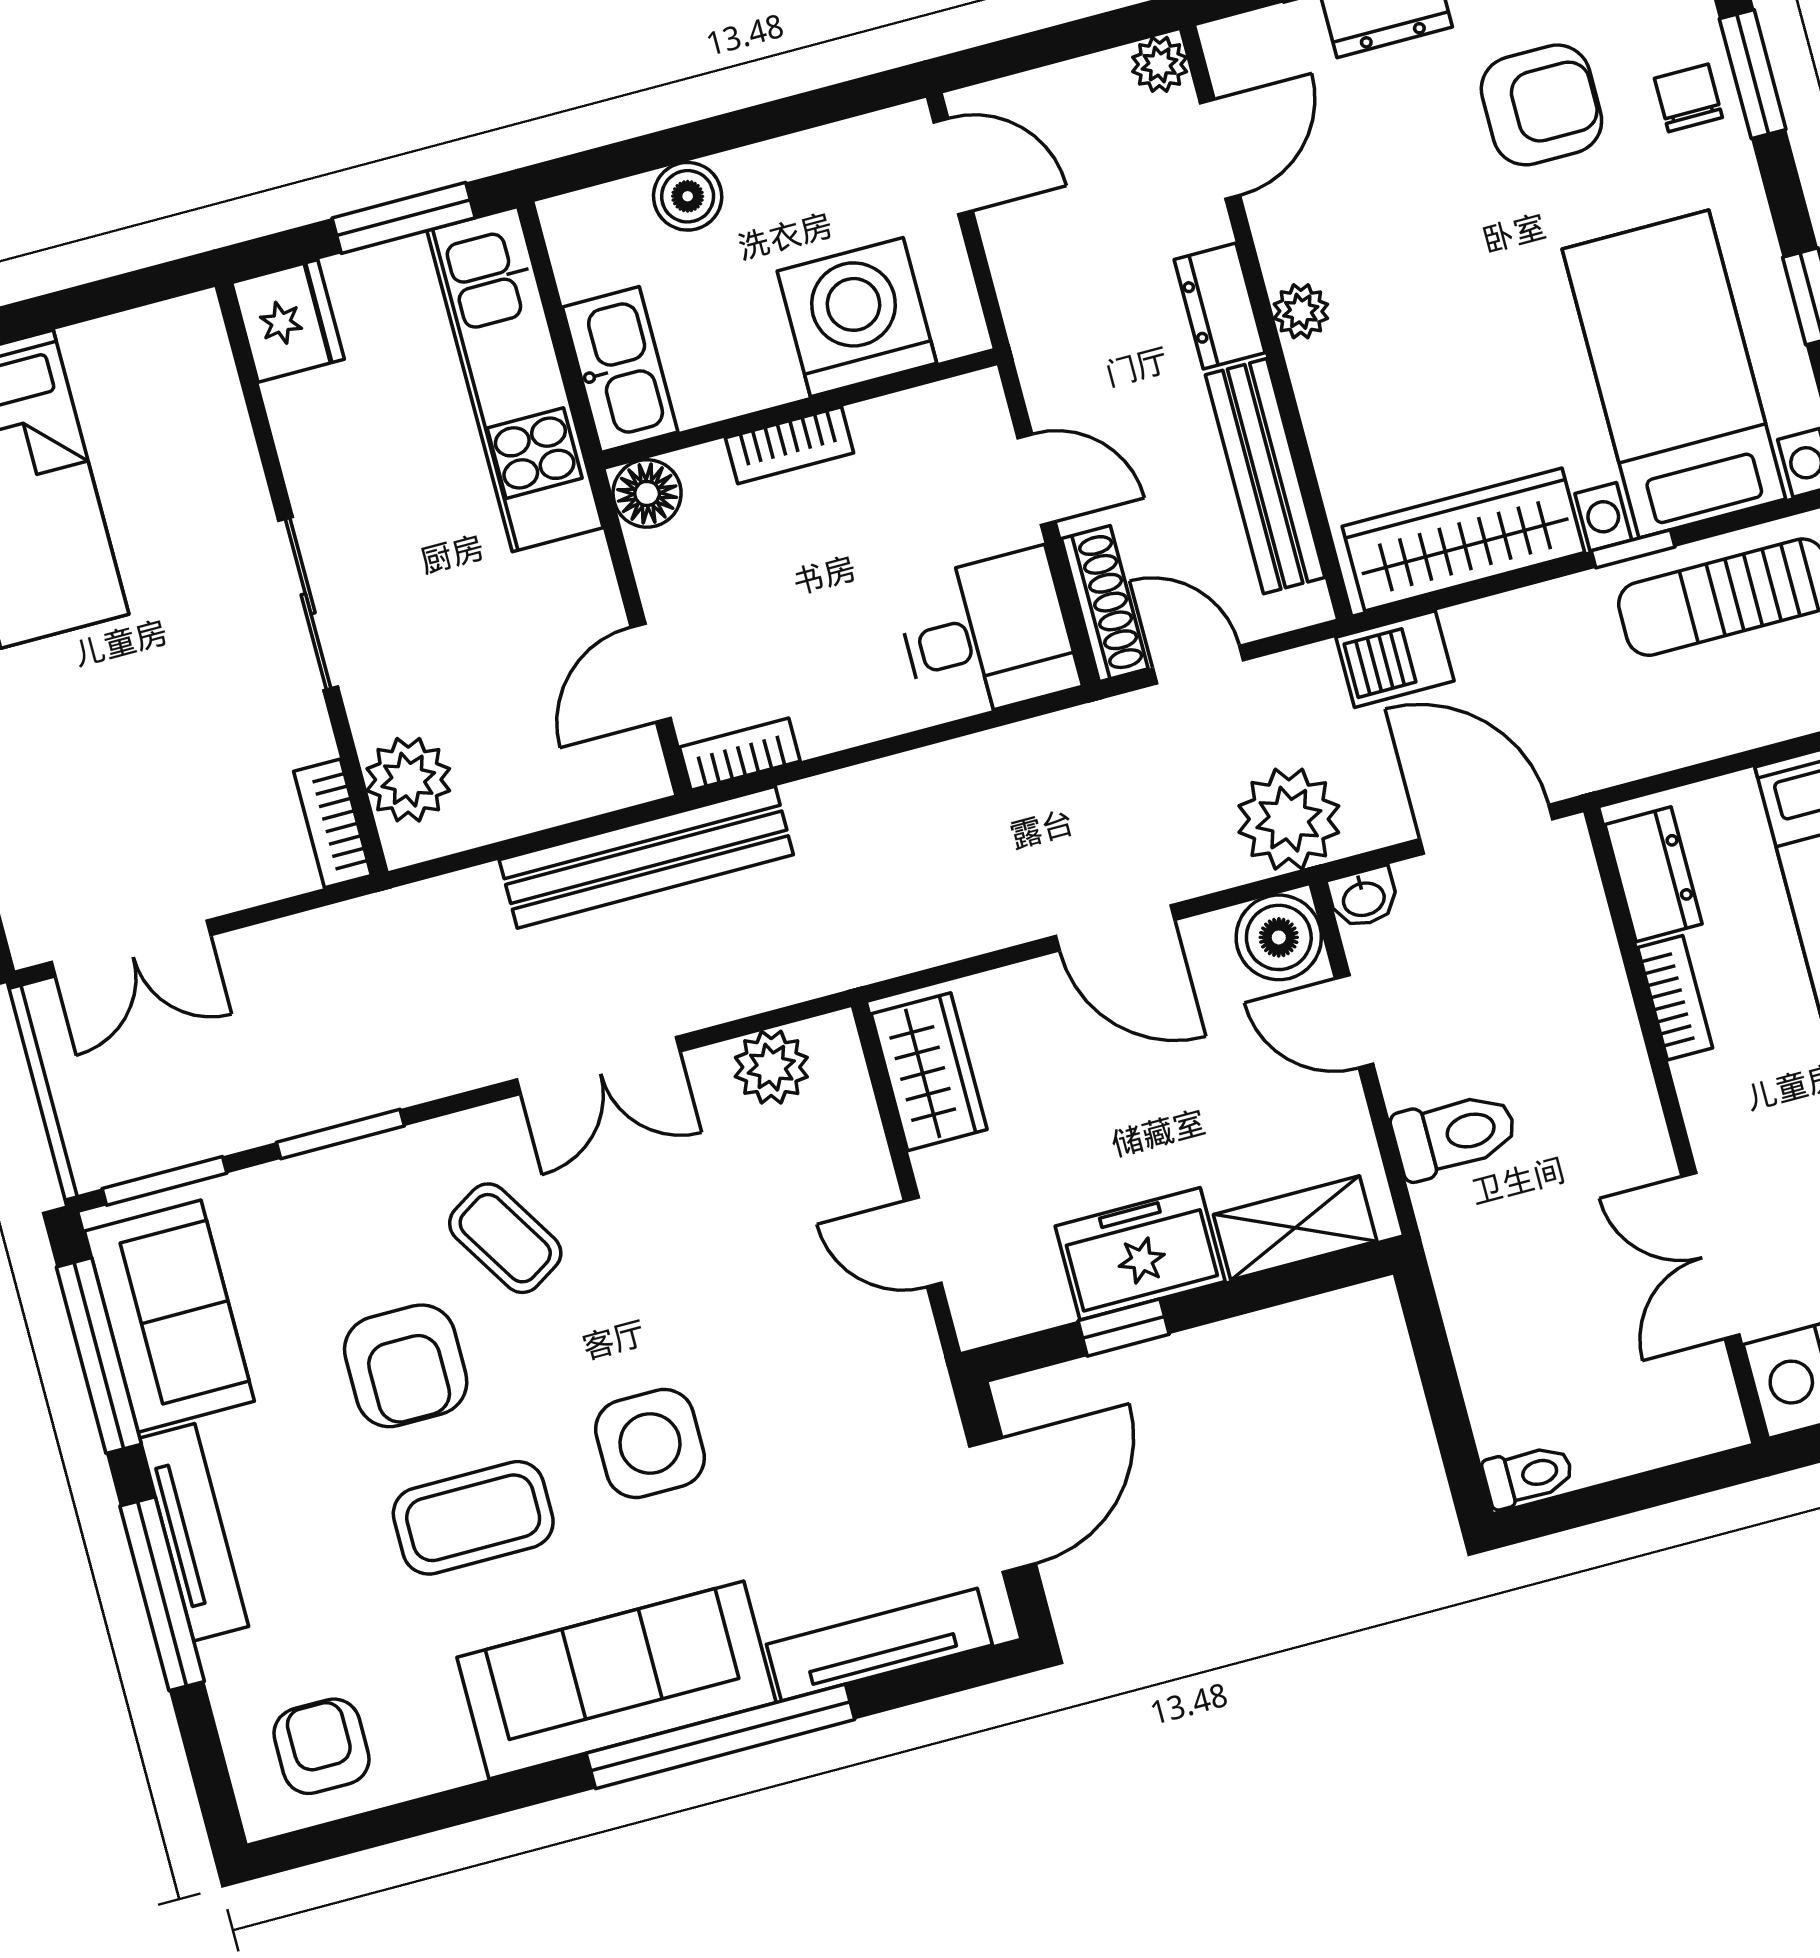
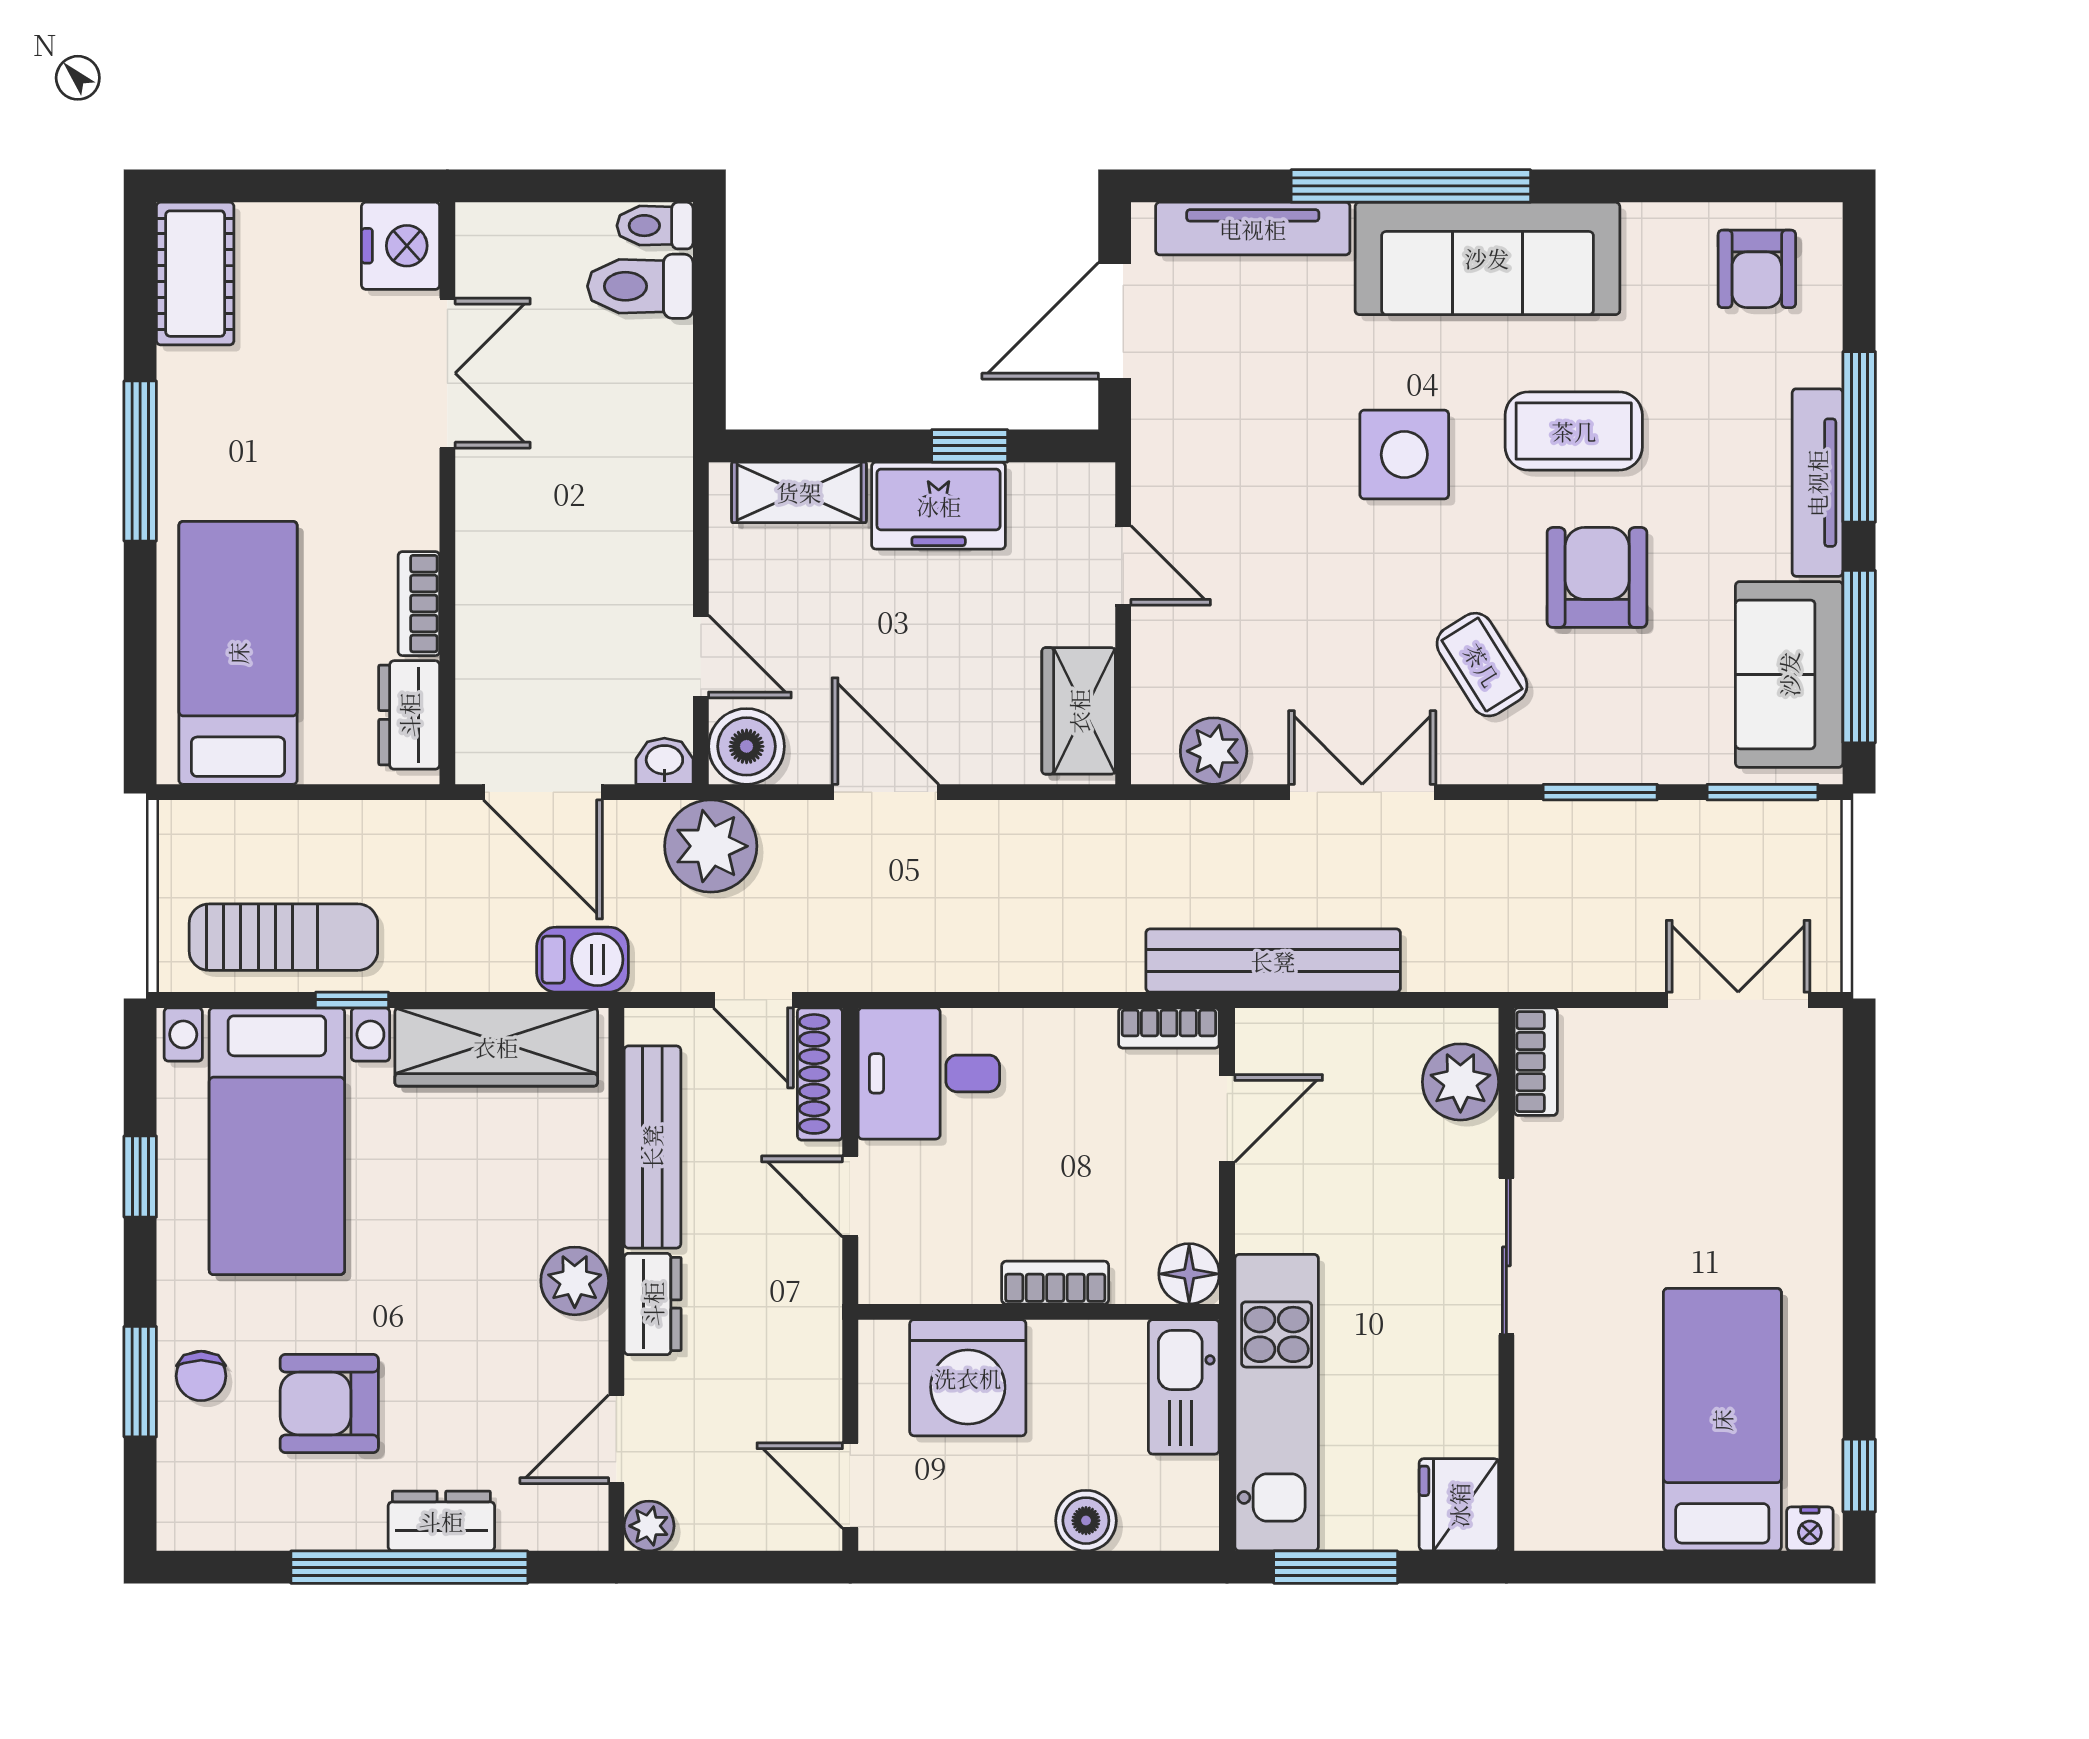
plant: (1301, 311) -> (575, 1281), width x1.38, depth x1.38
toilet: (1455, 1135) -> (640, 286), moved

